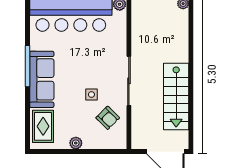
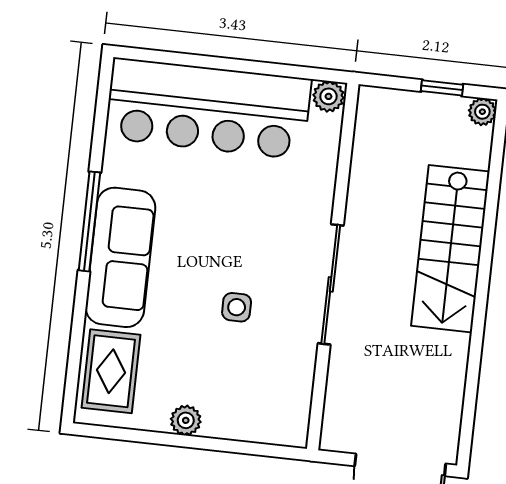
stairs: (176, 96) -> (450, 249), moved
armchair: (108, 118) -> (270, 368), removed

